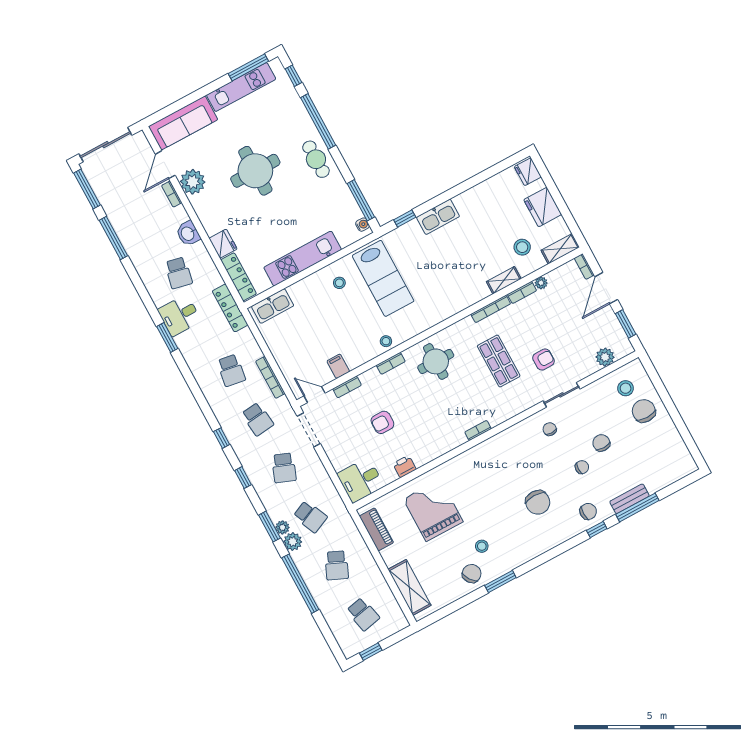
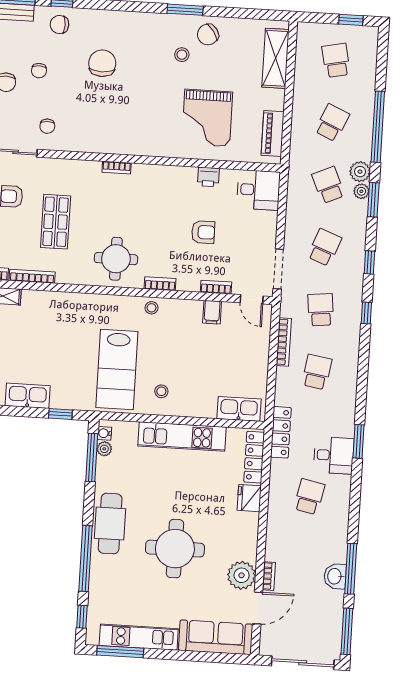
cafe table: (316, 159) -> (110, 524), width x1.37, depth x1.35
plant: (355, 213) -> (104, 449), added
washbasin: (188, 233) -> (335, 576), moved, turned 180
lab bench: (383, 278) -> (117, 370), turned 180
chair: (582, 467) -> (39, 71), turned -90

